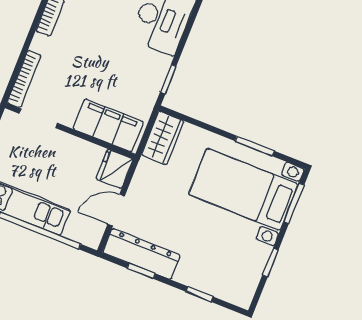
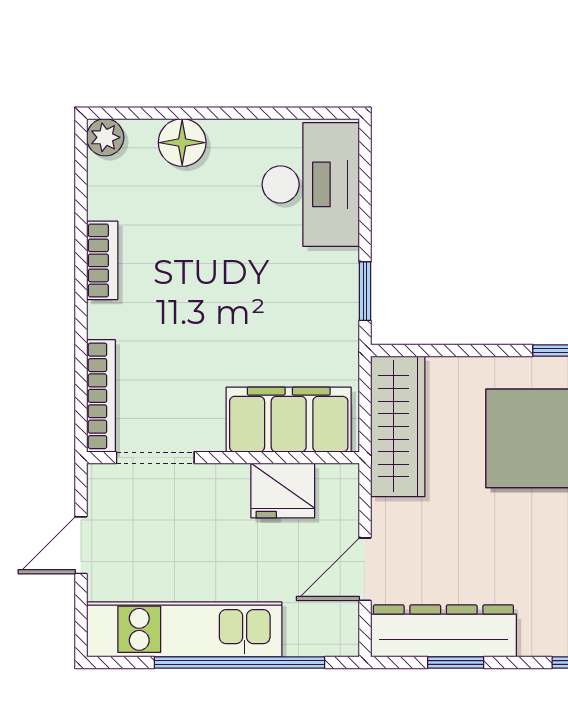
wardrobe: (163, 138) -> (398, 426), width x1.50
fridge: (114, 169) -> (283, 491), moved, turned -90

